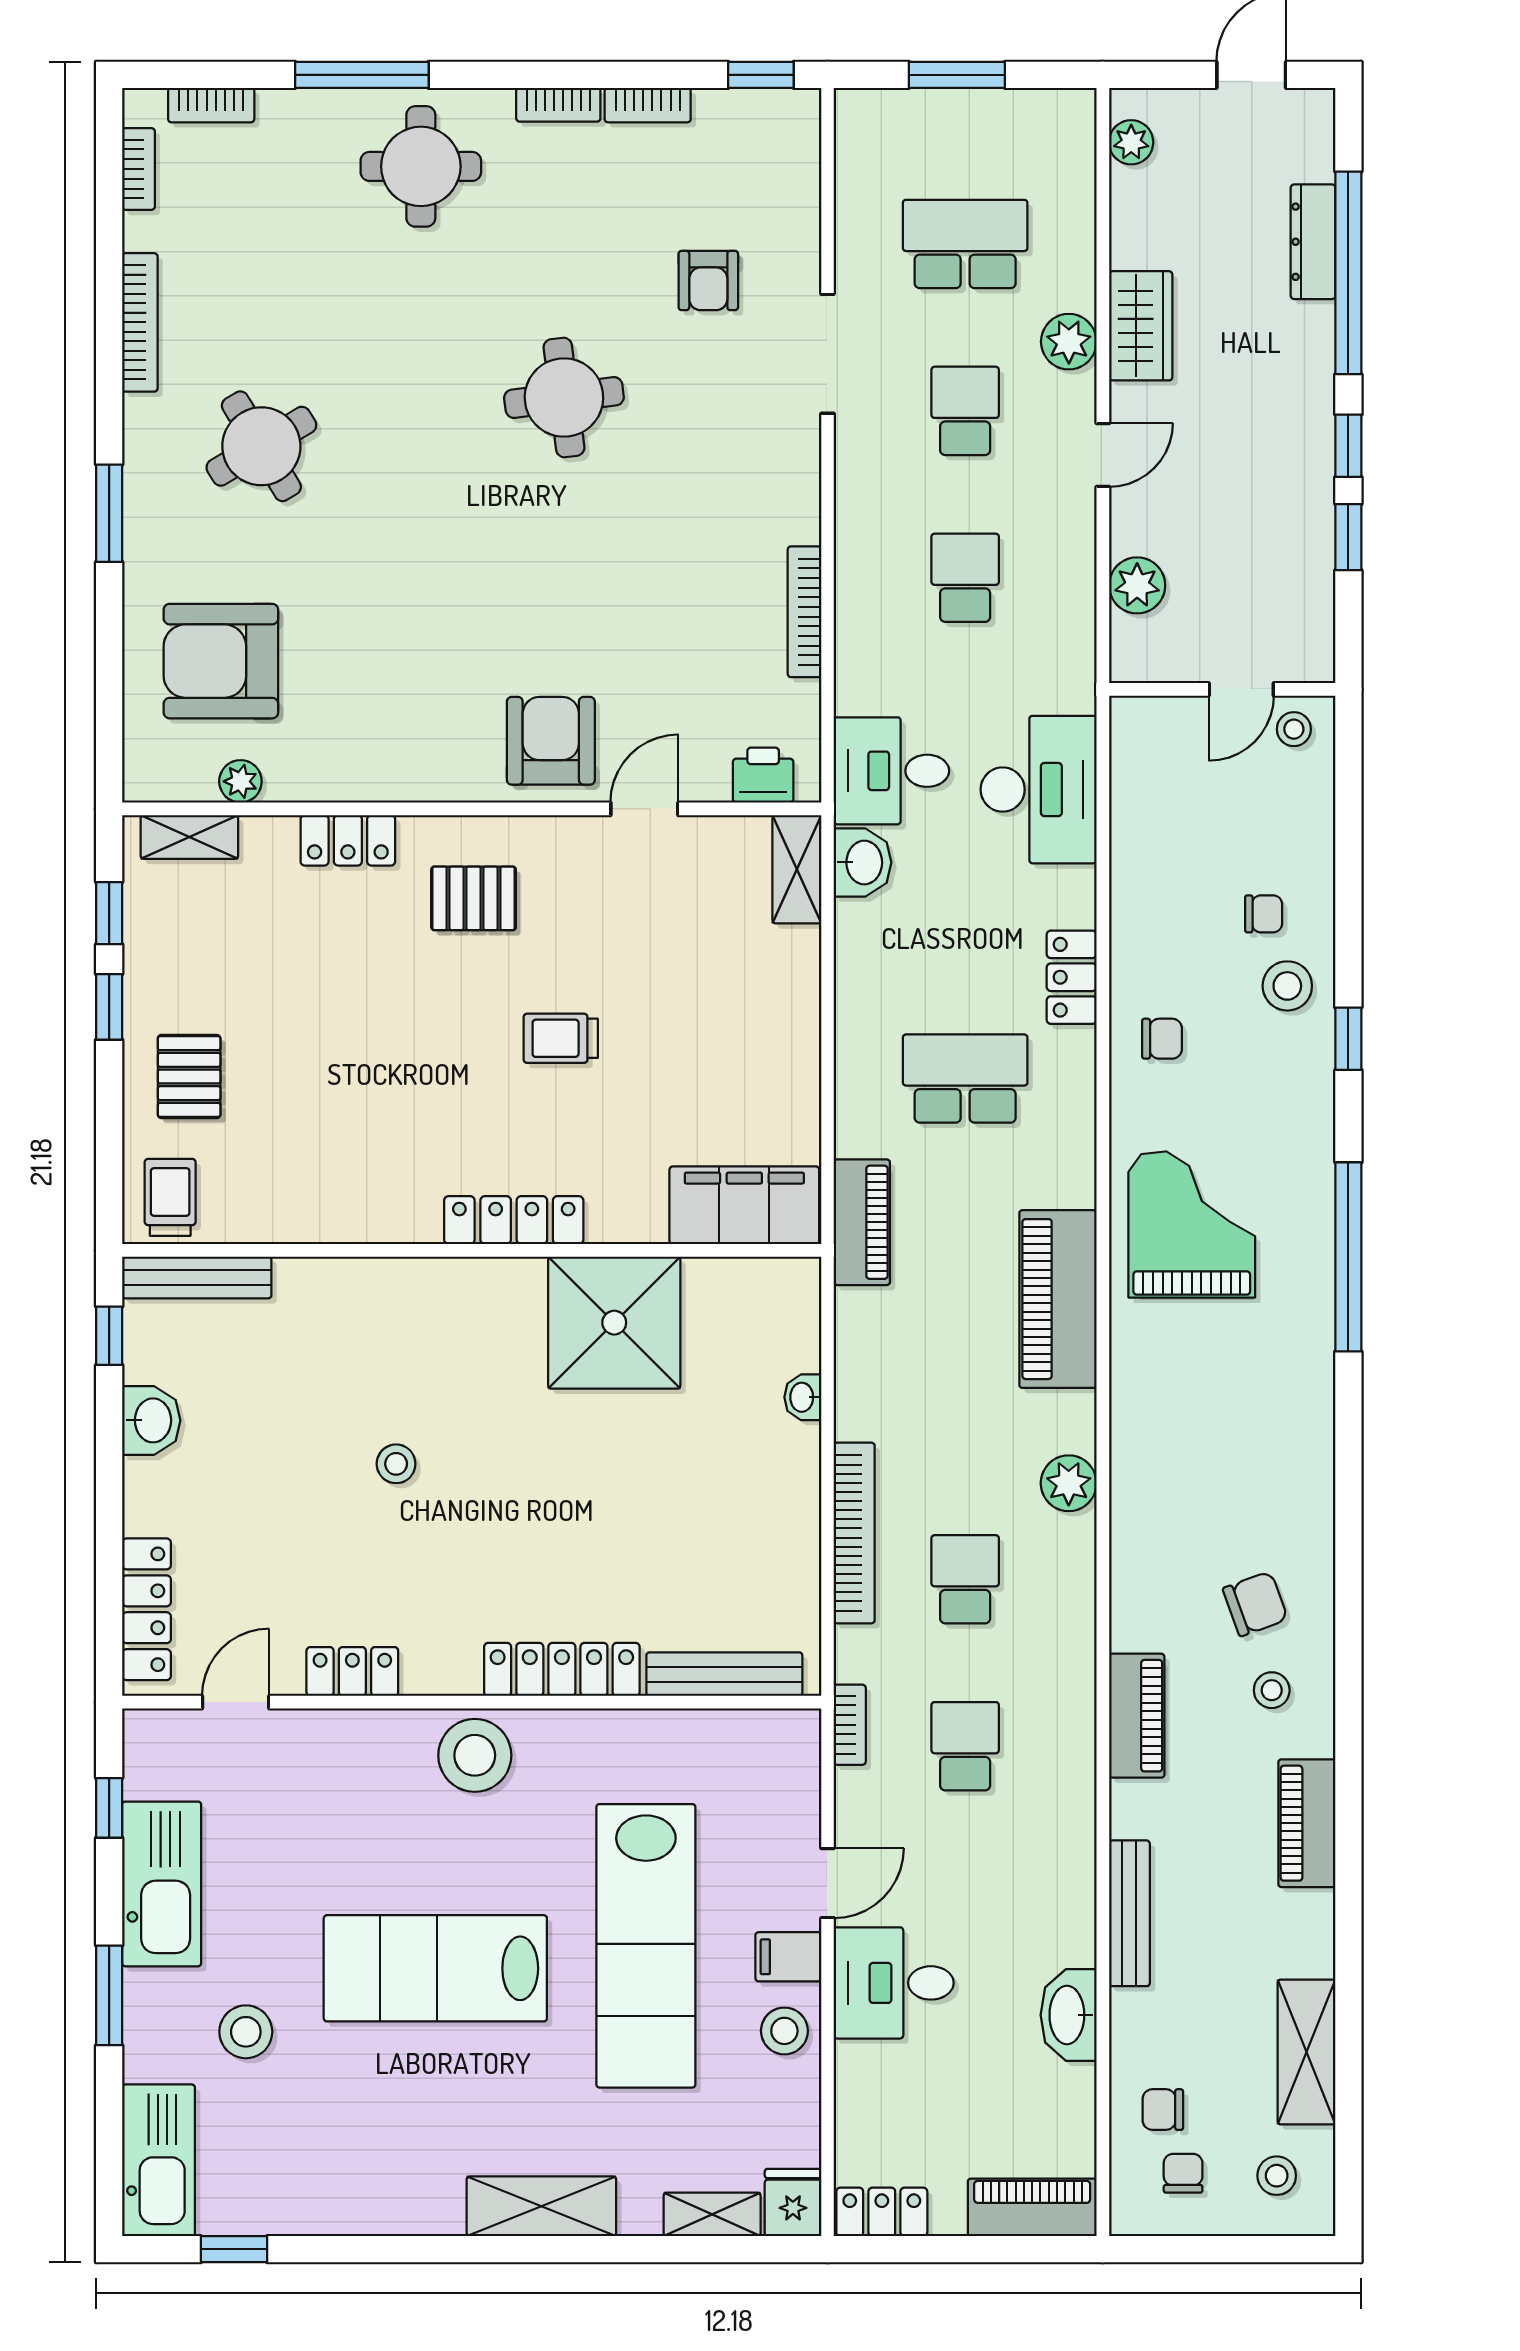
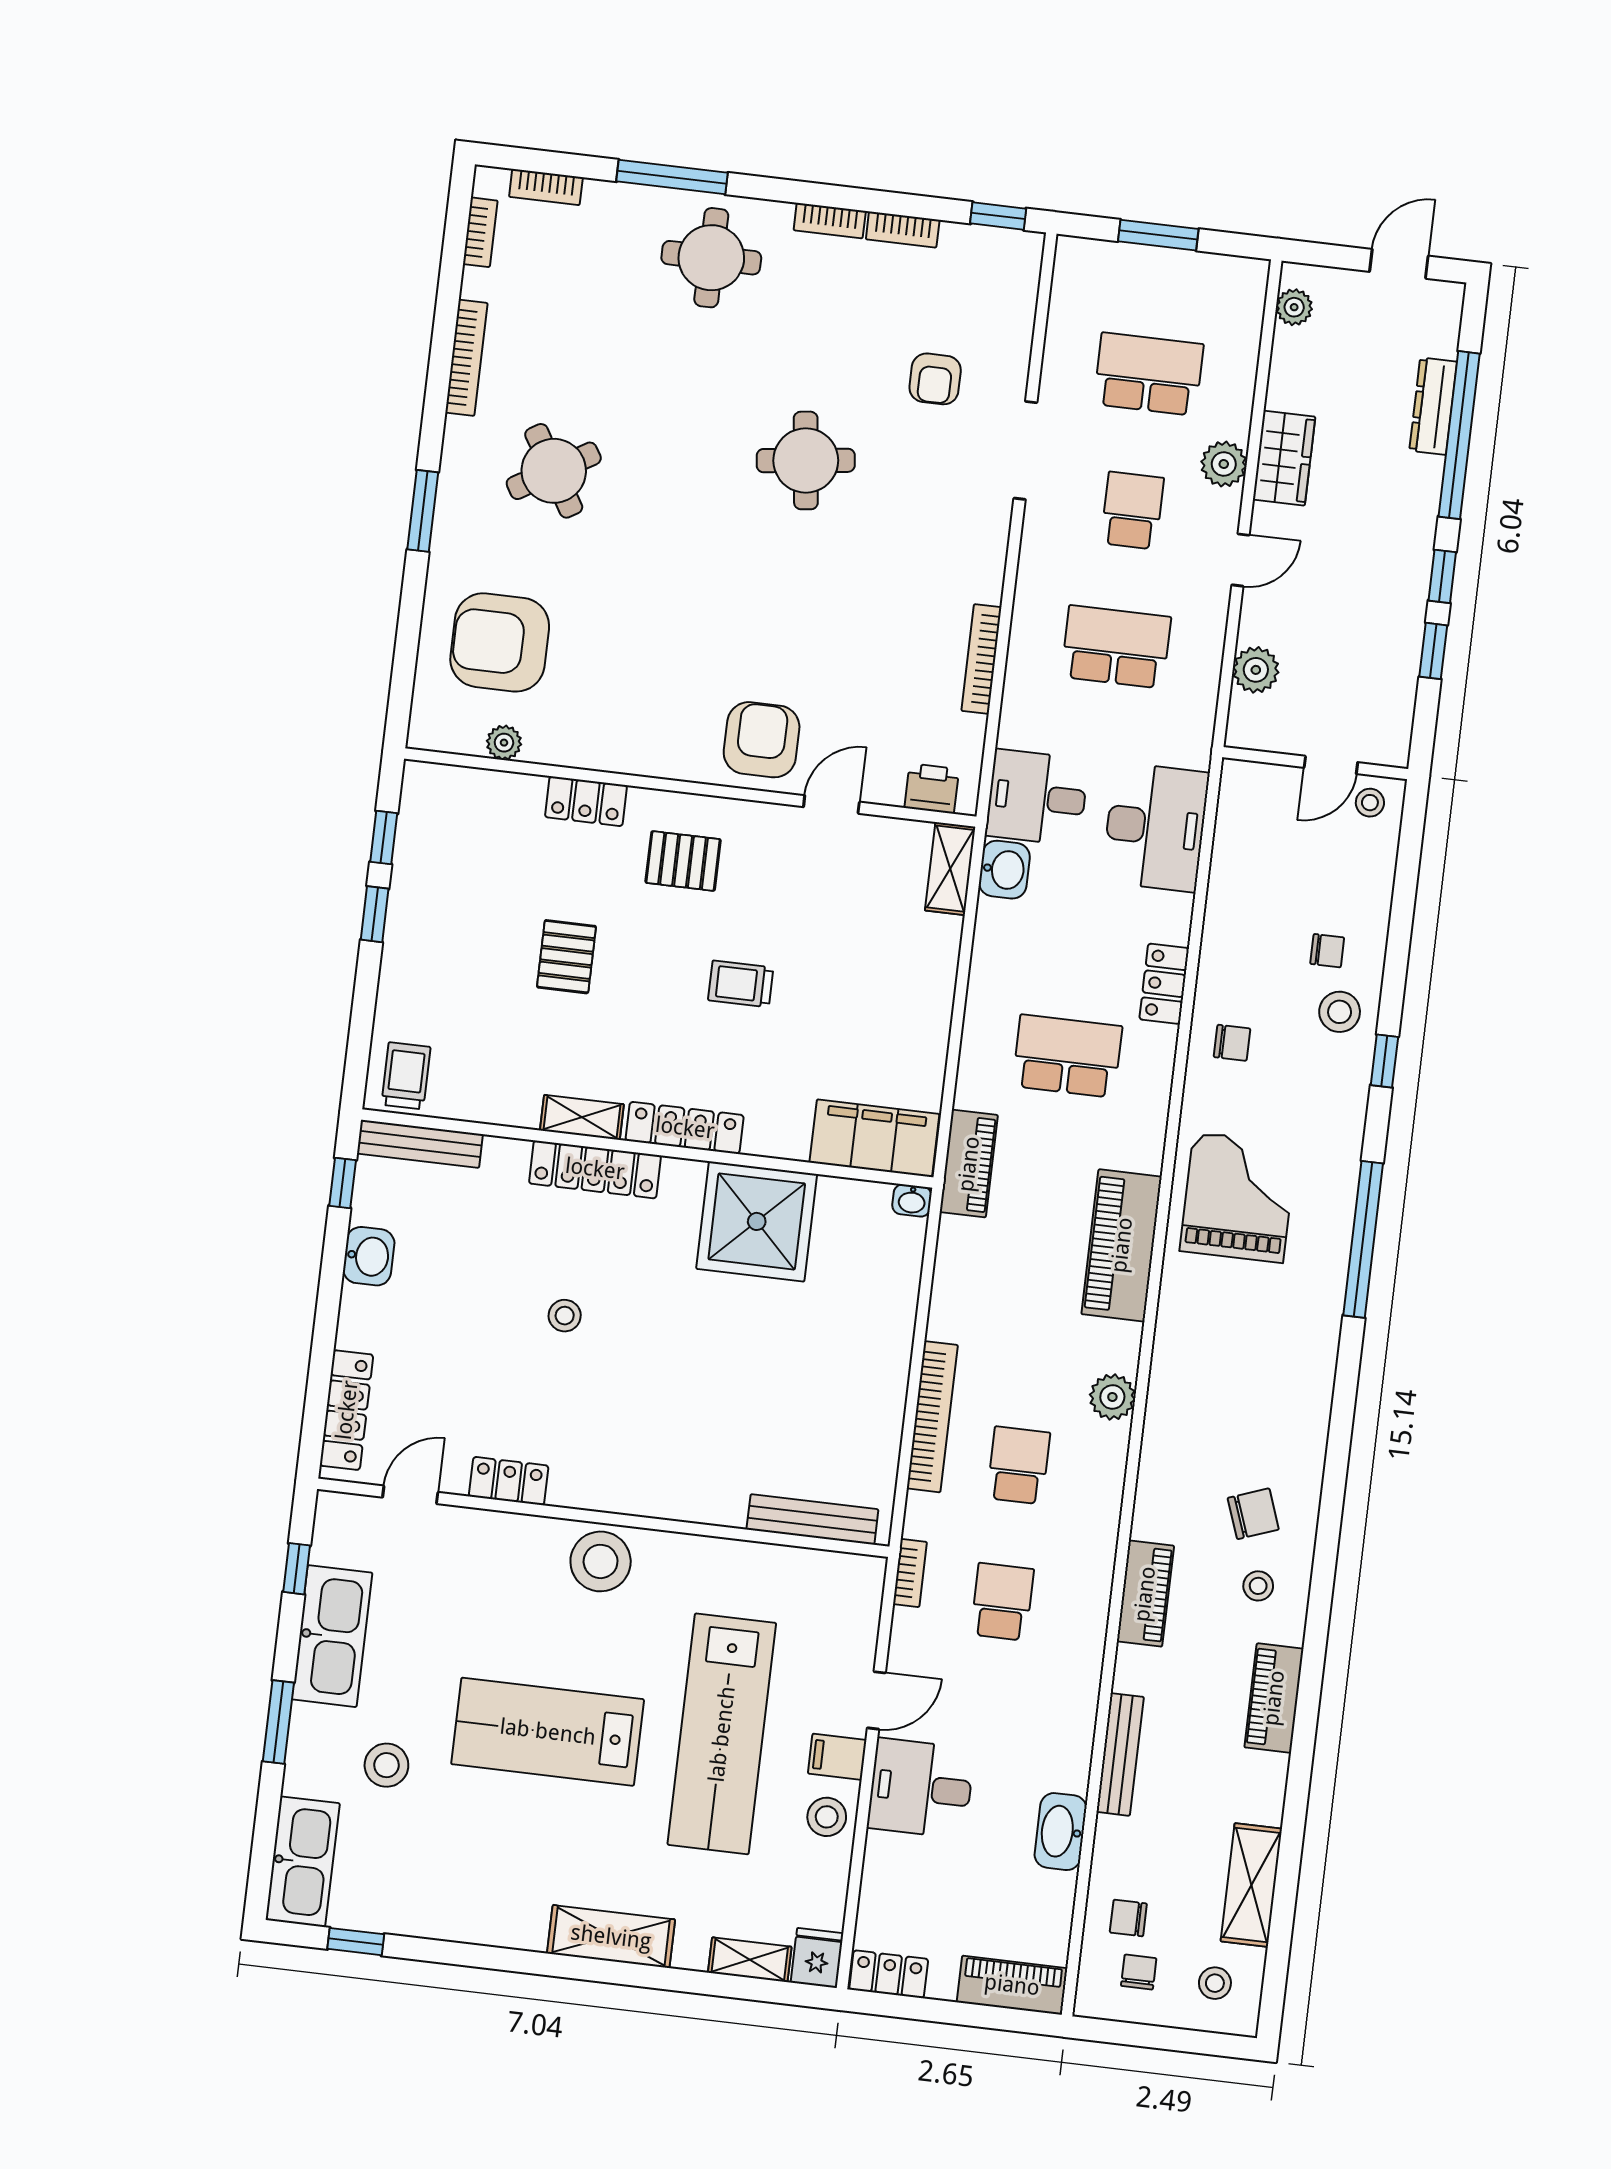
school desk: (965, 578) -> (1116, 647), width x1.85
shelving: (189, 837) -> (582, 1117), moved
pallet: (189, 1077) -> (566, 957), moved
washbasin: (803, 1397) -> (912, 1200), moved, turned -90
locker: (562, 1669) -> (595, 1169), moved, turned 180

